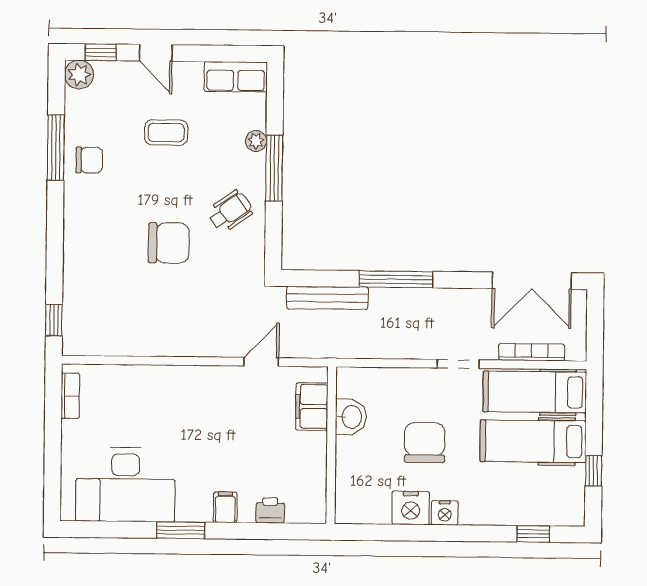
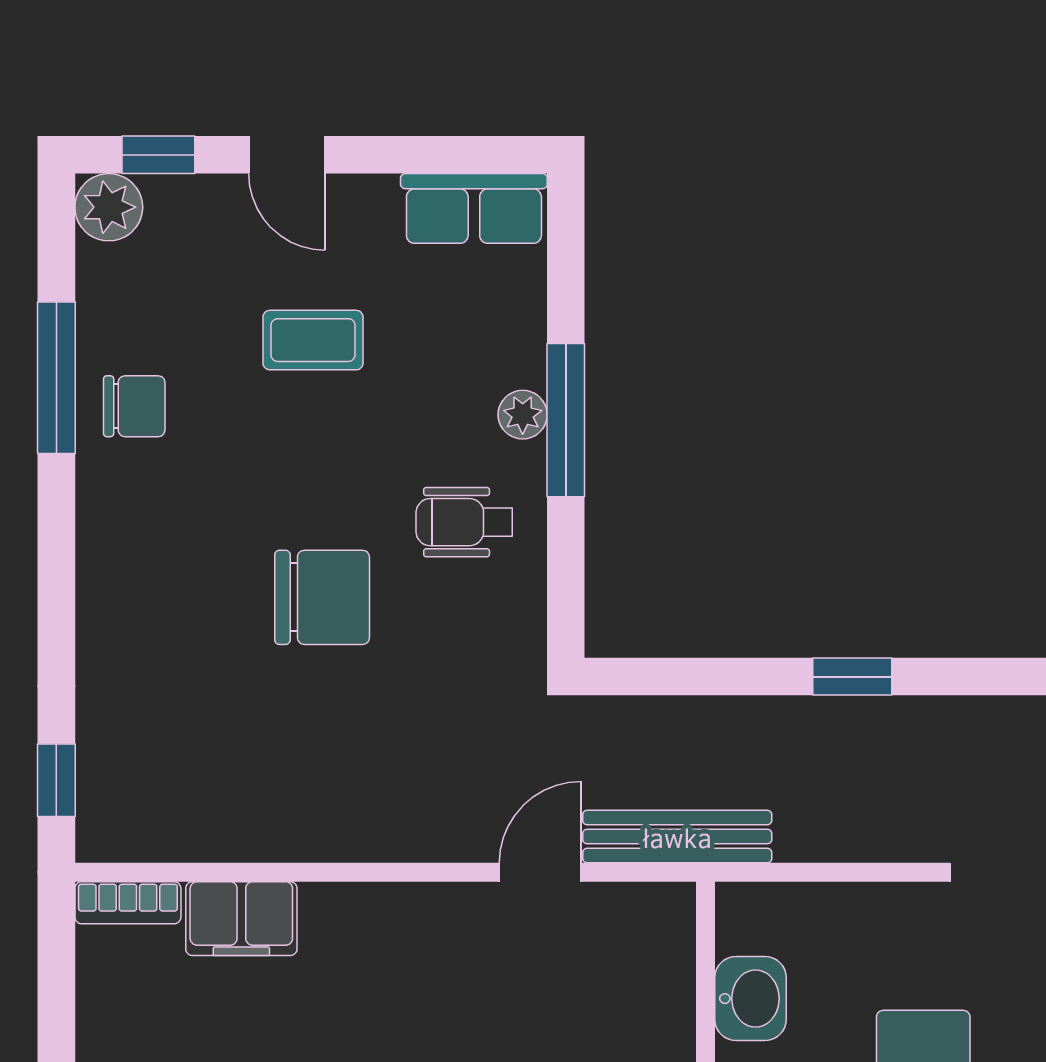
plant: (256, 141) -> (523, 415), moved
wheelchair: (230, 211) -> (464, 522), turned -145
window: (396, 279) -> (852, 677), width x0.46
bench: (327, 298) -> (677, 837), moved
bookcase: (70, 396) -> (128, 903), moved, turned 90
filing cabinet: (312, 406) -> (241, 919), moved, turned -90

